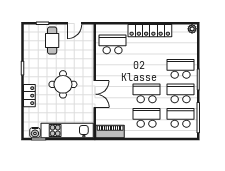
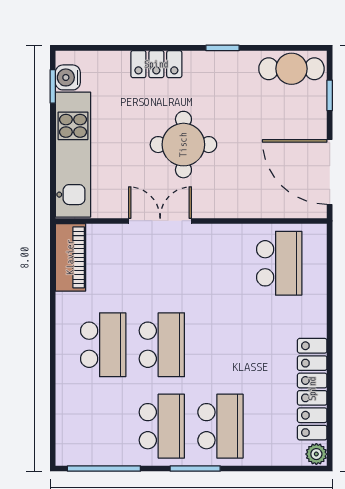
door: (74, 23) -> (330, 172), width x1.88
locker: (150, 31) -> (312, 389), moved
cafe table: (52, 41) -> (291, 69), moved
double door: (95, 94) -> (160, 221), swing flipped
school desk: (181, 118) -> (103, 426), removed

